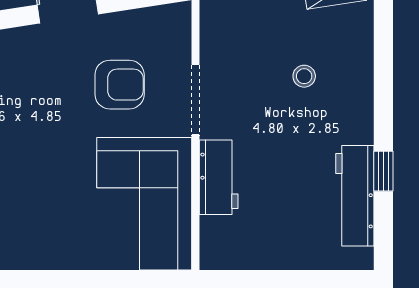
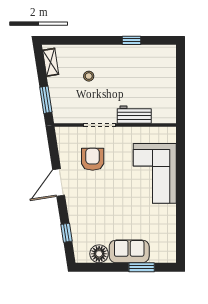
workbench: (355, 196) -> (143, 53), removed
corner sofa: (144, 204) -> (155, 173), moved, turned 90

